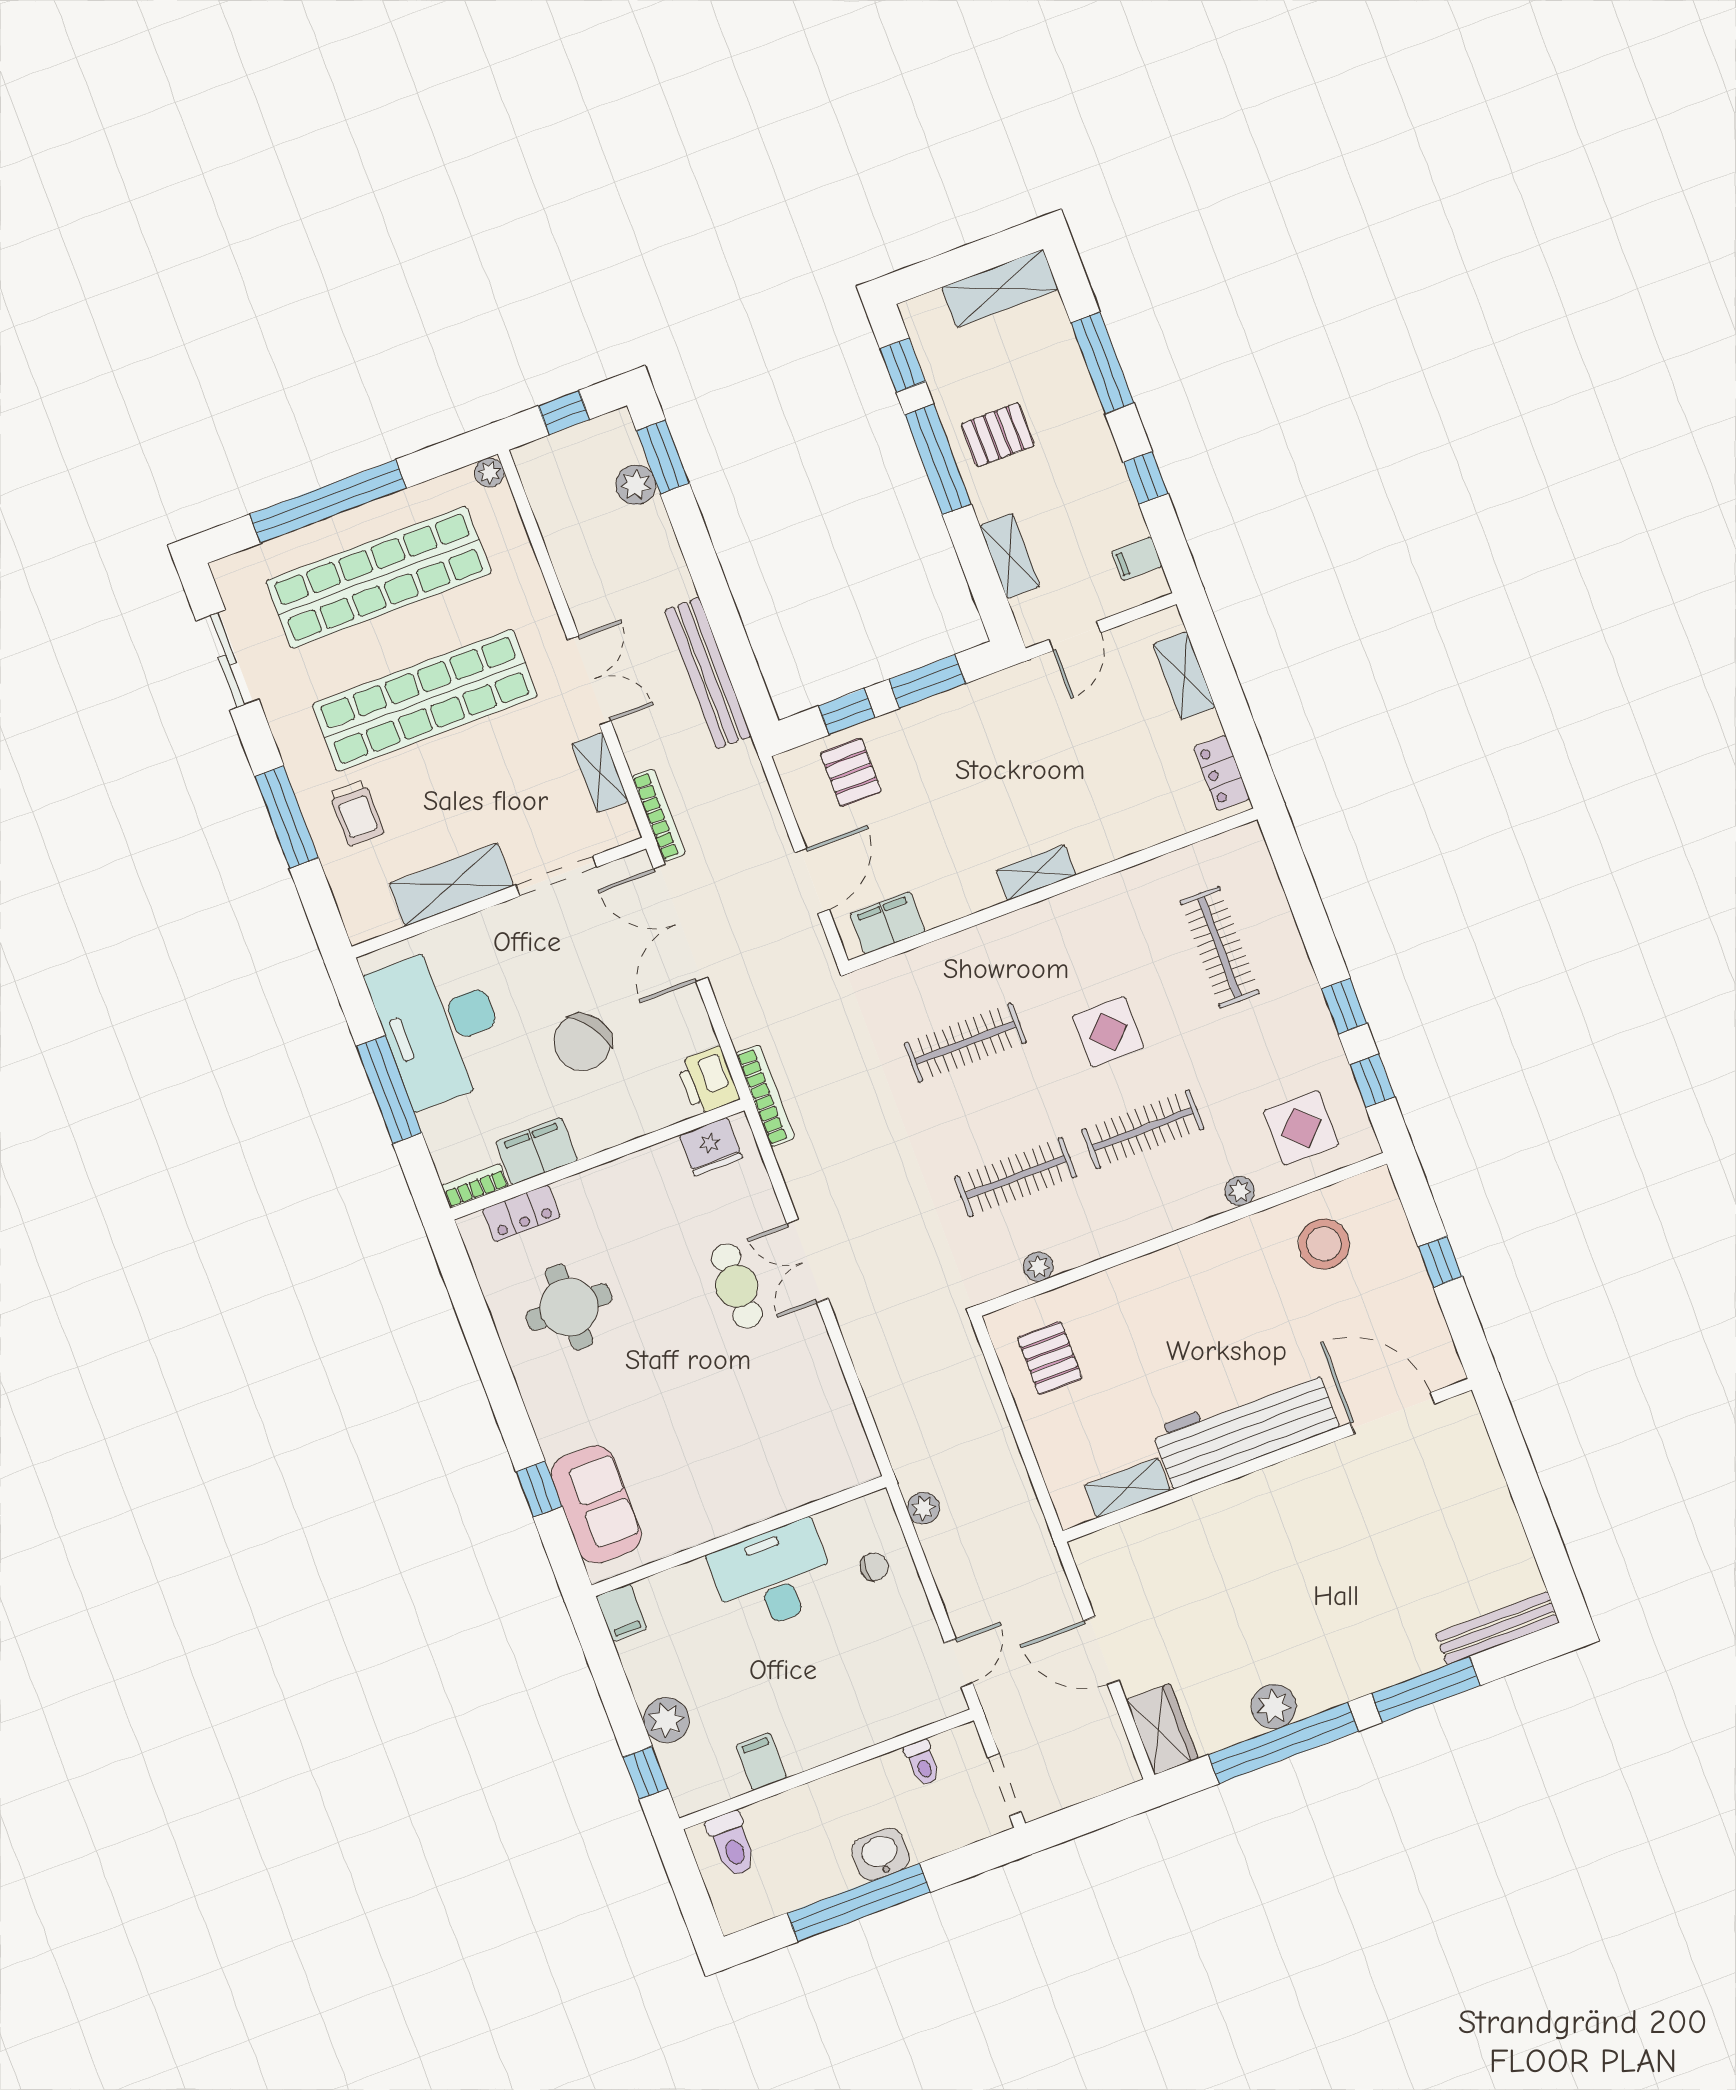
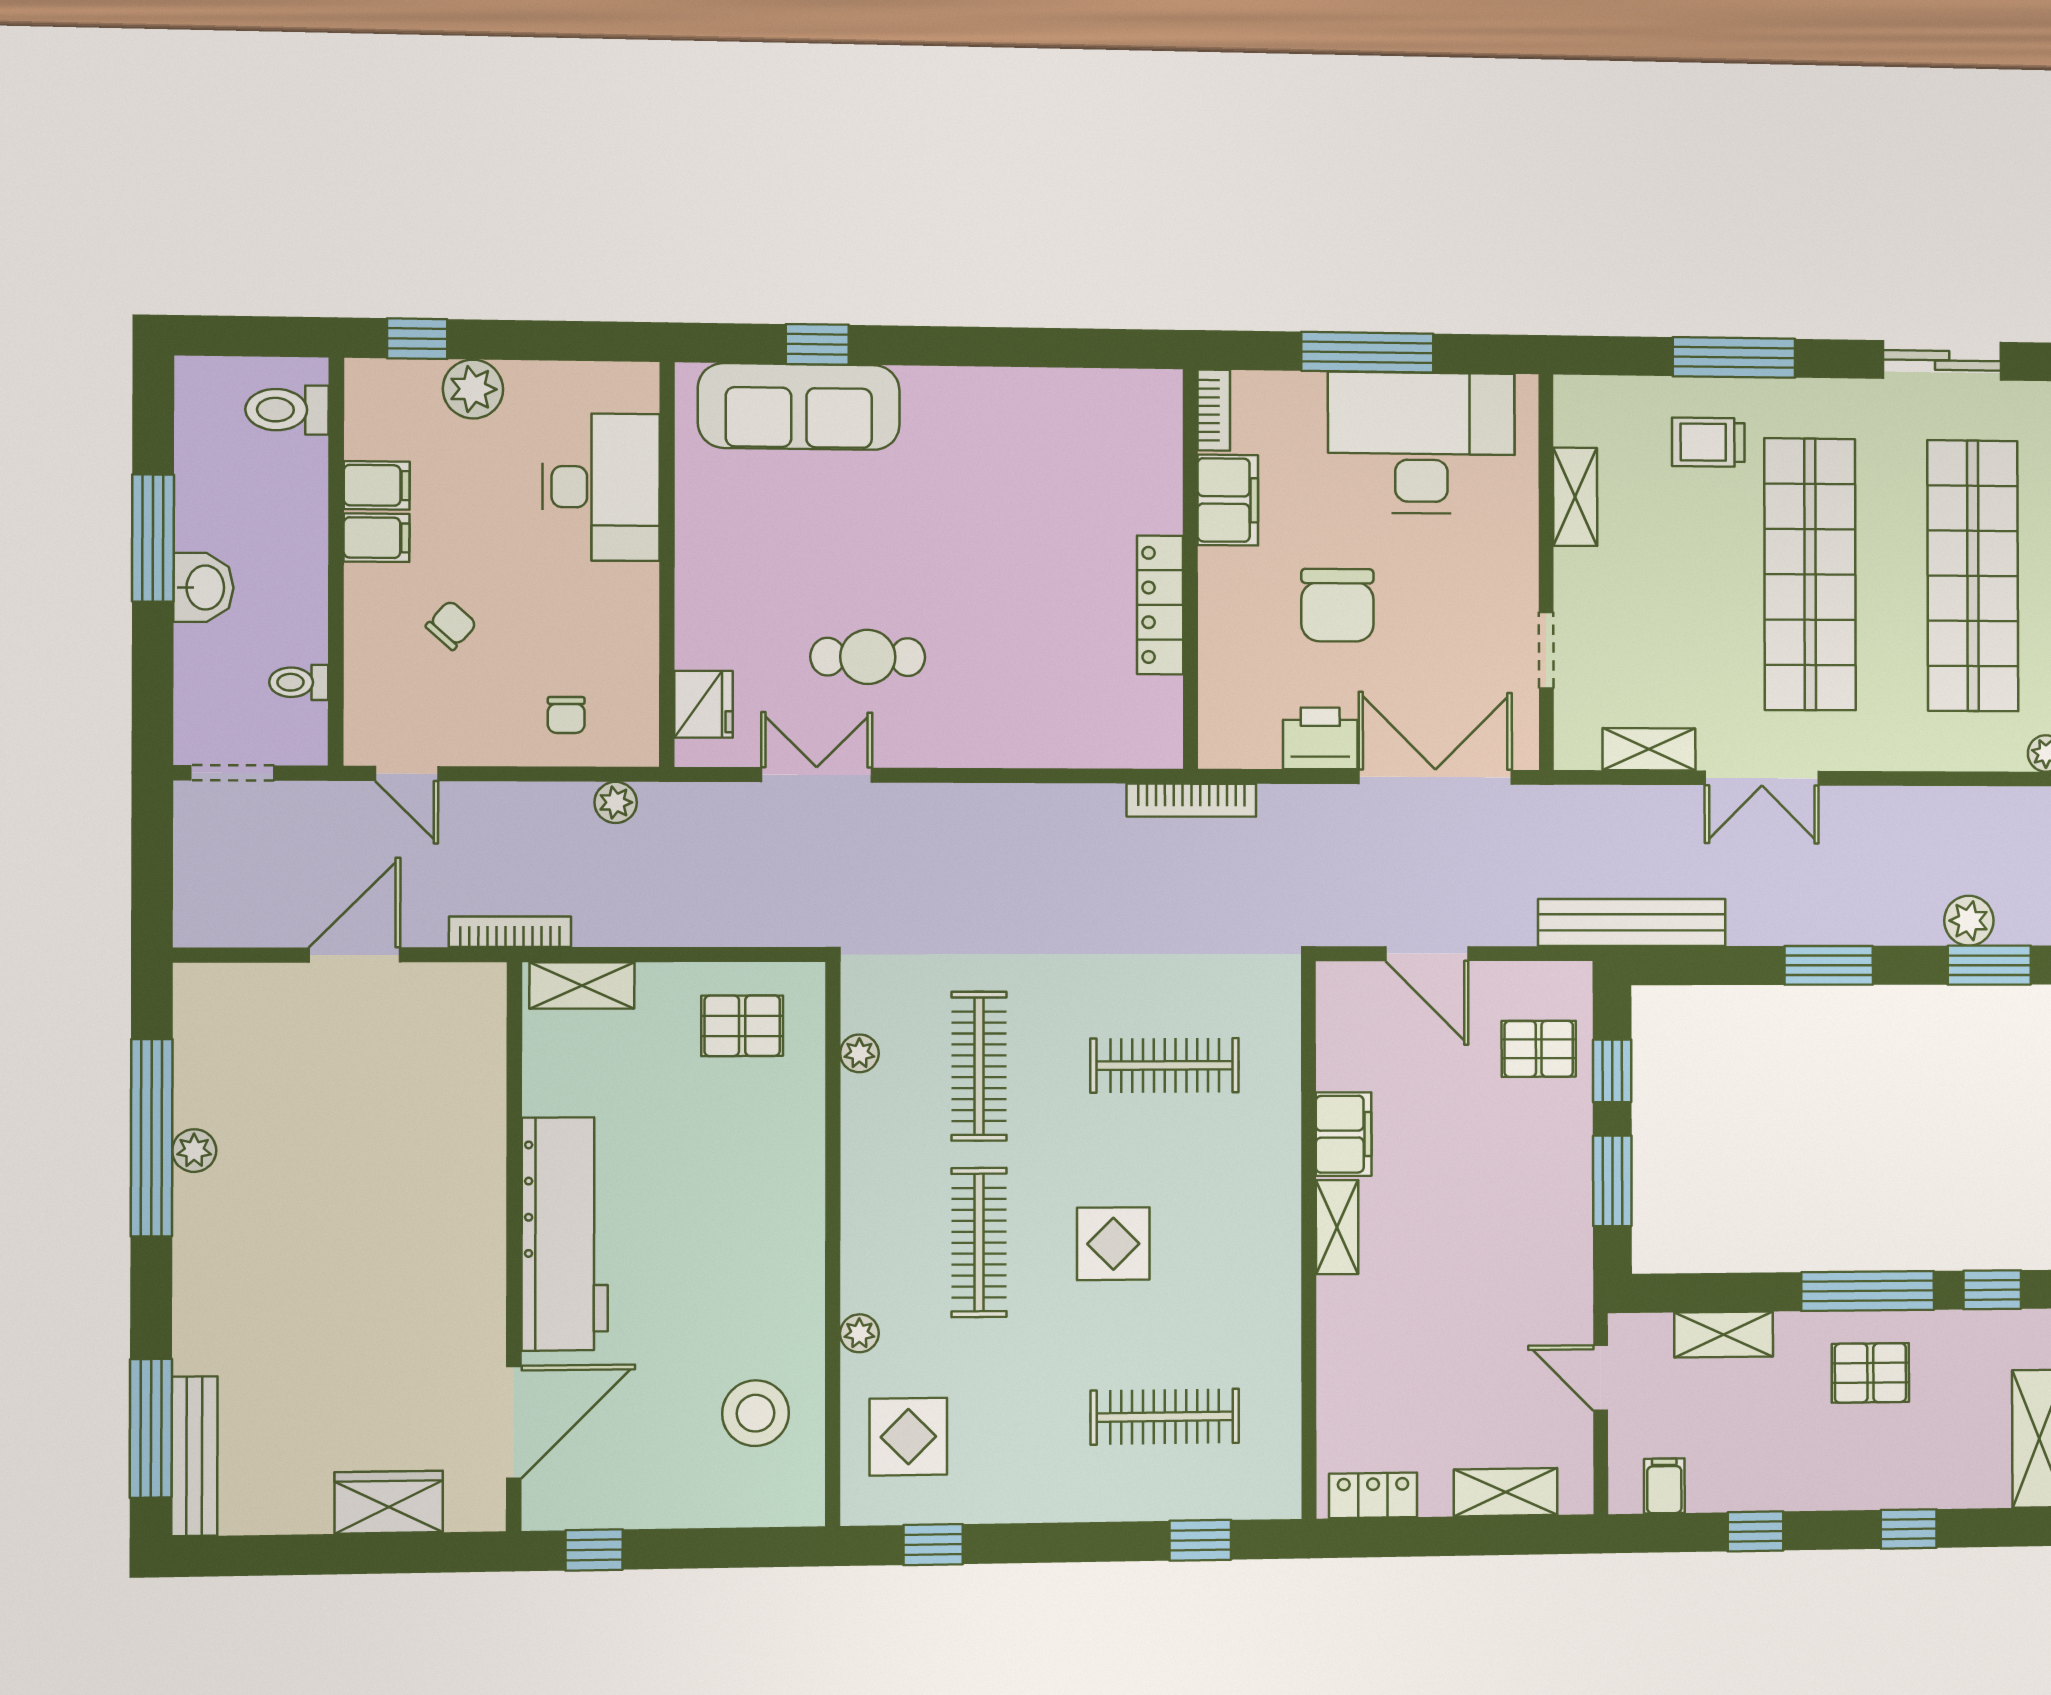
window: (1102, 363) -> (1909, 1529), width x0.46
pallet: (998, 435) -> (1870, 1373), turned 90
window: (709, 578) -> (1829, 965), added
bench: (708, 673) -> (1632, 923), moved
bookcase: (659, 815) -> (510, 932), moved, turned 180
doorway: (556, 876) -> (1546, 650), width x0.73
shelving: (451, 885) -> (1575, 497), width x0.67, depth x0.75
filing cabinet: (887, 923) -> (1344, 1134), moved
window: (1344, 1006) -> (1200, 1540), moved
chair: (582, 1042) -> (1337, 605), turned -145
clothes rail: (965, 1043) -> (1165, 1065), turned 90
printer: (708, 1081) -> (1320, 738), moved
fridge: (711, 1147) -> (704, 704), moved, turned 180
locker: (521, 1213) -> (1160, 605), moved, width x1.53
double door: (807, 1261) -> (817, 775), moved
window: (1440, 1262) -> (594, 1550), moved
cafe table: (737, 1286) -> (868, 657), moved
round table: (569, 1307) -> (1025, 466), removed
shelving: (1127, 1488) -> (582, 985), moved, turned 90
sofa: (596, 1504) -> (799, 406), width x1.36
desk: (773, 1577) -> (601, 487), moved
filing cabinet: (622, 1613) -> (377, 538), moved, turned 180
chair: (841, 1672) -> (451, 625), added
window: (1426, 1689) -> (151, 1428), moved
plant: (1274, 1706) -> (194, 1151), width x0.73, depth x0.73
wardrobe: (1162, 1729) -> (389, 1502), moved, turned 180
window: (859, 1903) -> (153, 538), width x0.68

